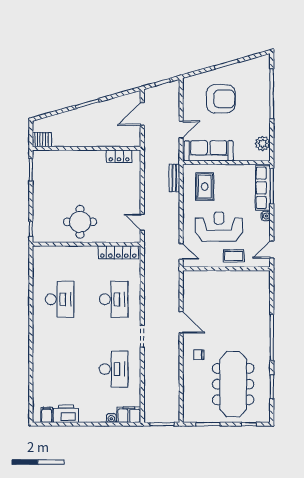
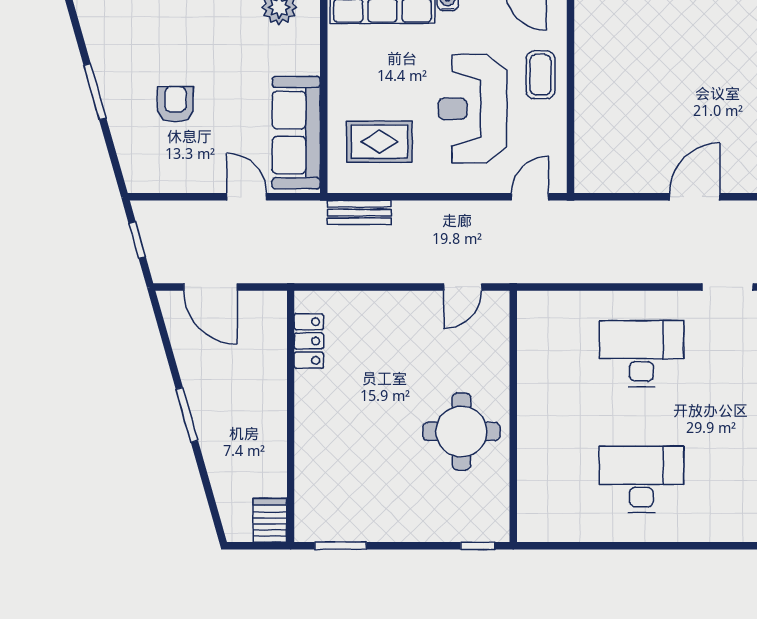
armchair: (221, 99) -> (175, 104), width x0.53, depth x0.53
locker: (118, 252) -> (532, 343), removed

